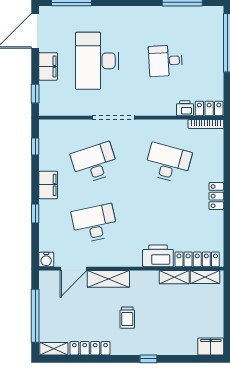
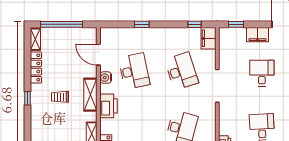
desk: (97, 61) -> (262, 73), width x0.53, depth x0.77
filing cabinet: (48, 185) -> (208, 38), moved, turned 90
printer: (158, 256) -> (108, 106), moved
water cooler: (46, 260) -> (106, 78), moved
shelving: (108, 279) -> (90, 95), moved
window: (148, 359) -> (27, 98), moved

